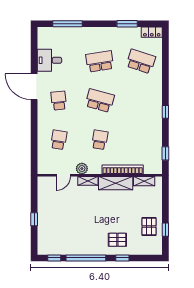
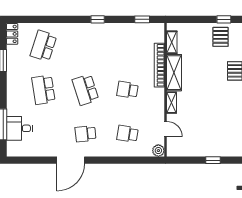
desk: (49, 60) -> (19, 128), moved, turned 90
school desk: (100, 101) -> (85, 90), turned -33
plant: (82, 169) -> (158, 151), moved
pallet: (149, 226) -> (221, 37), turned 90

